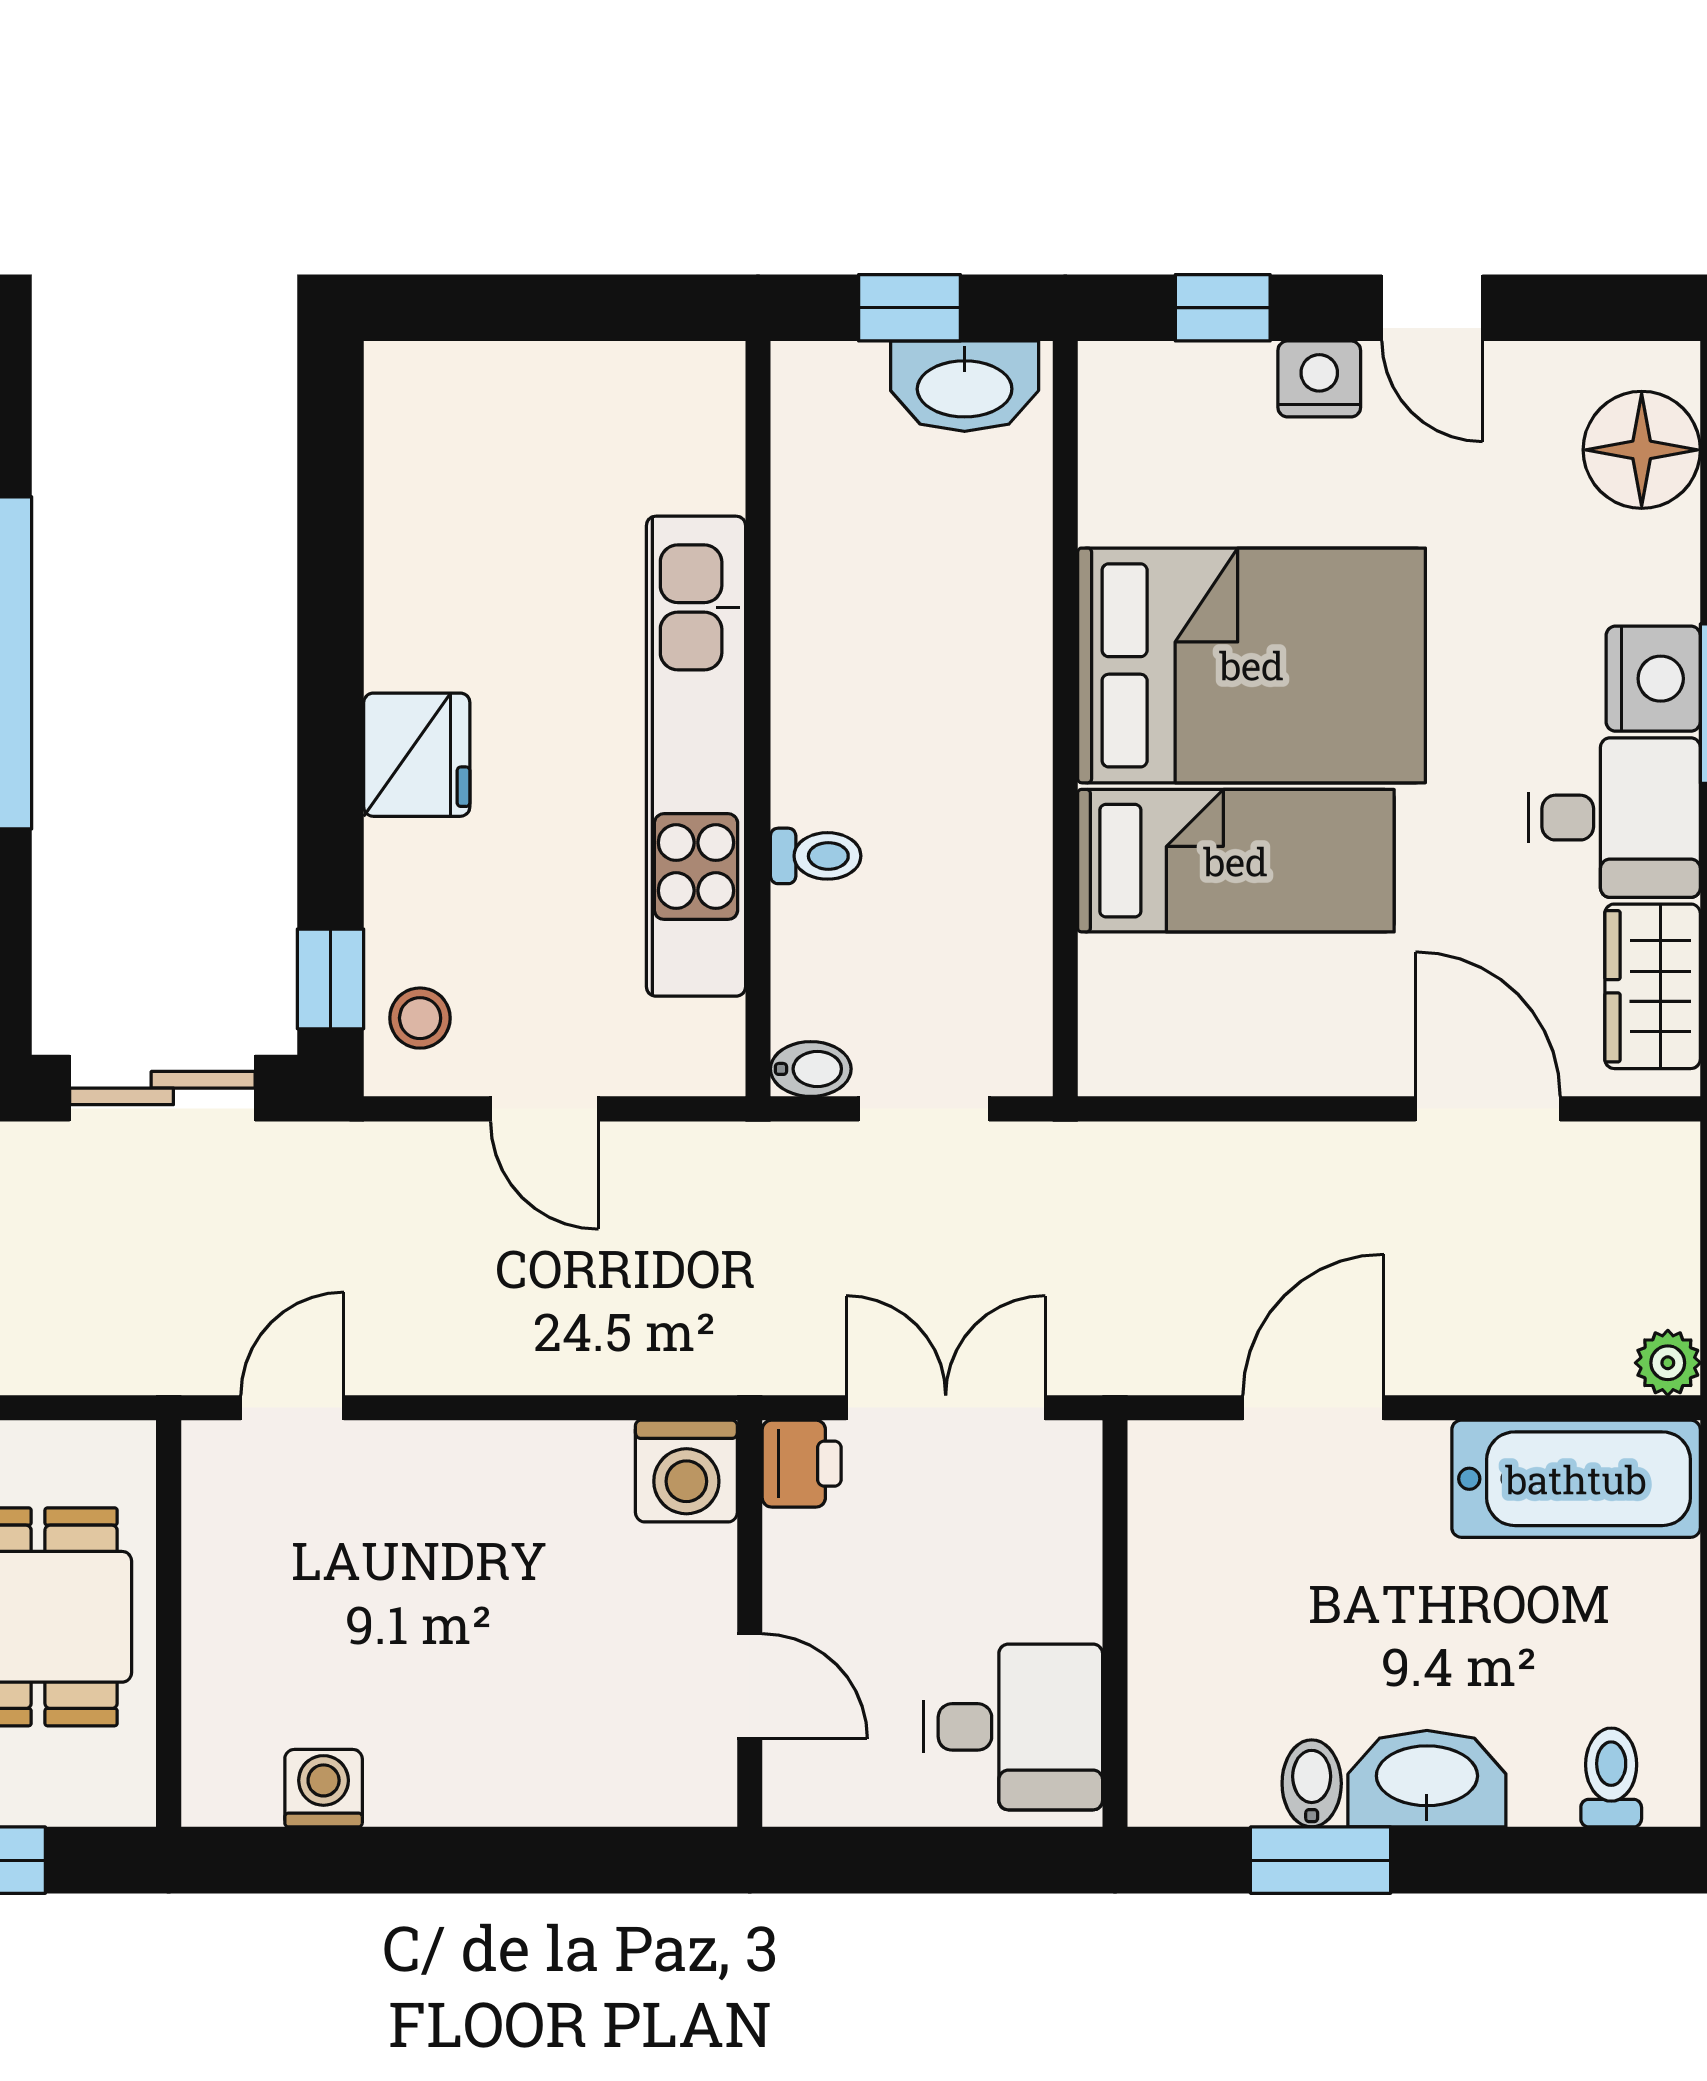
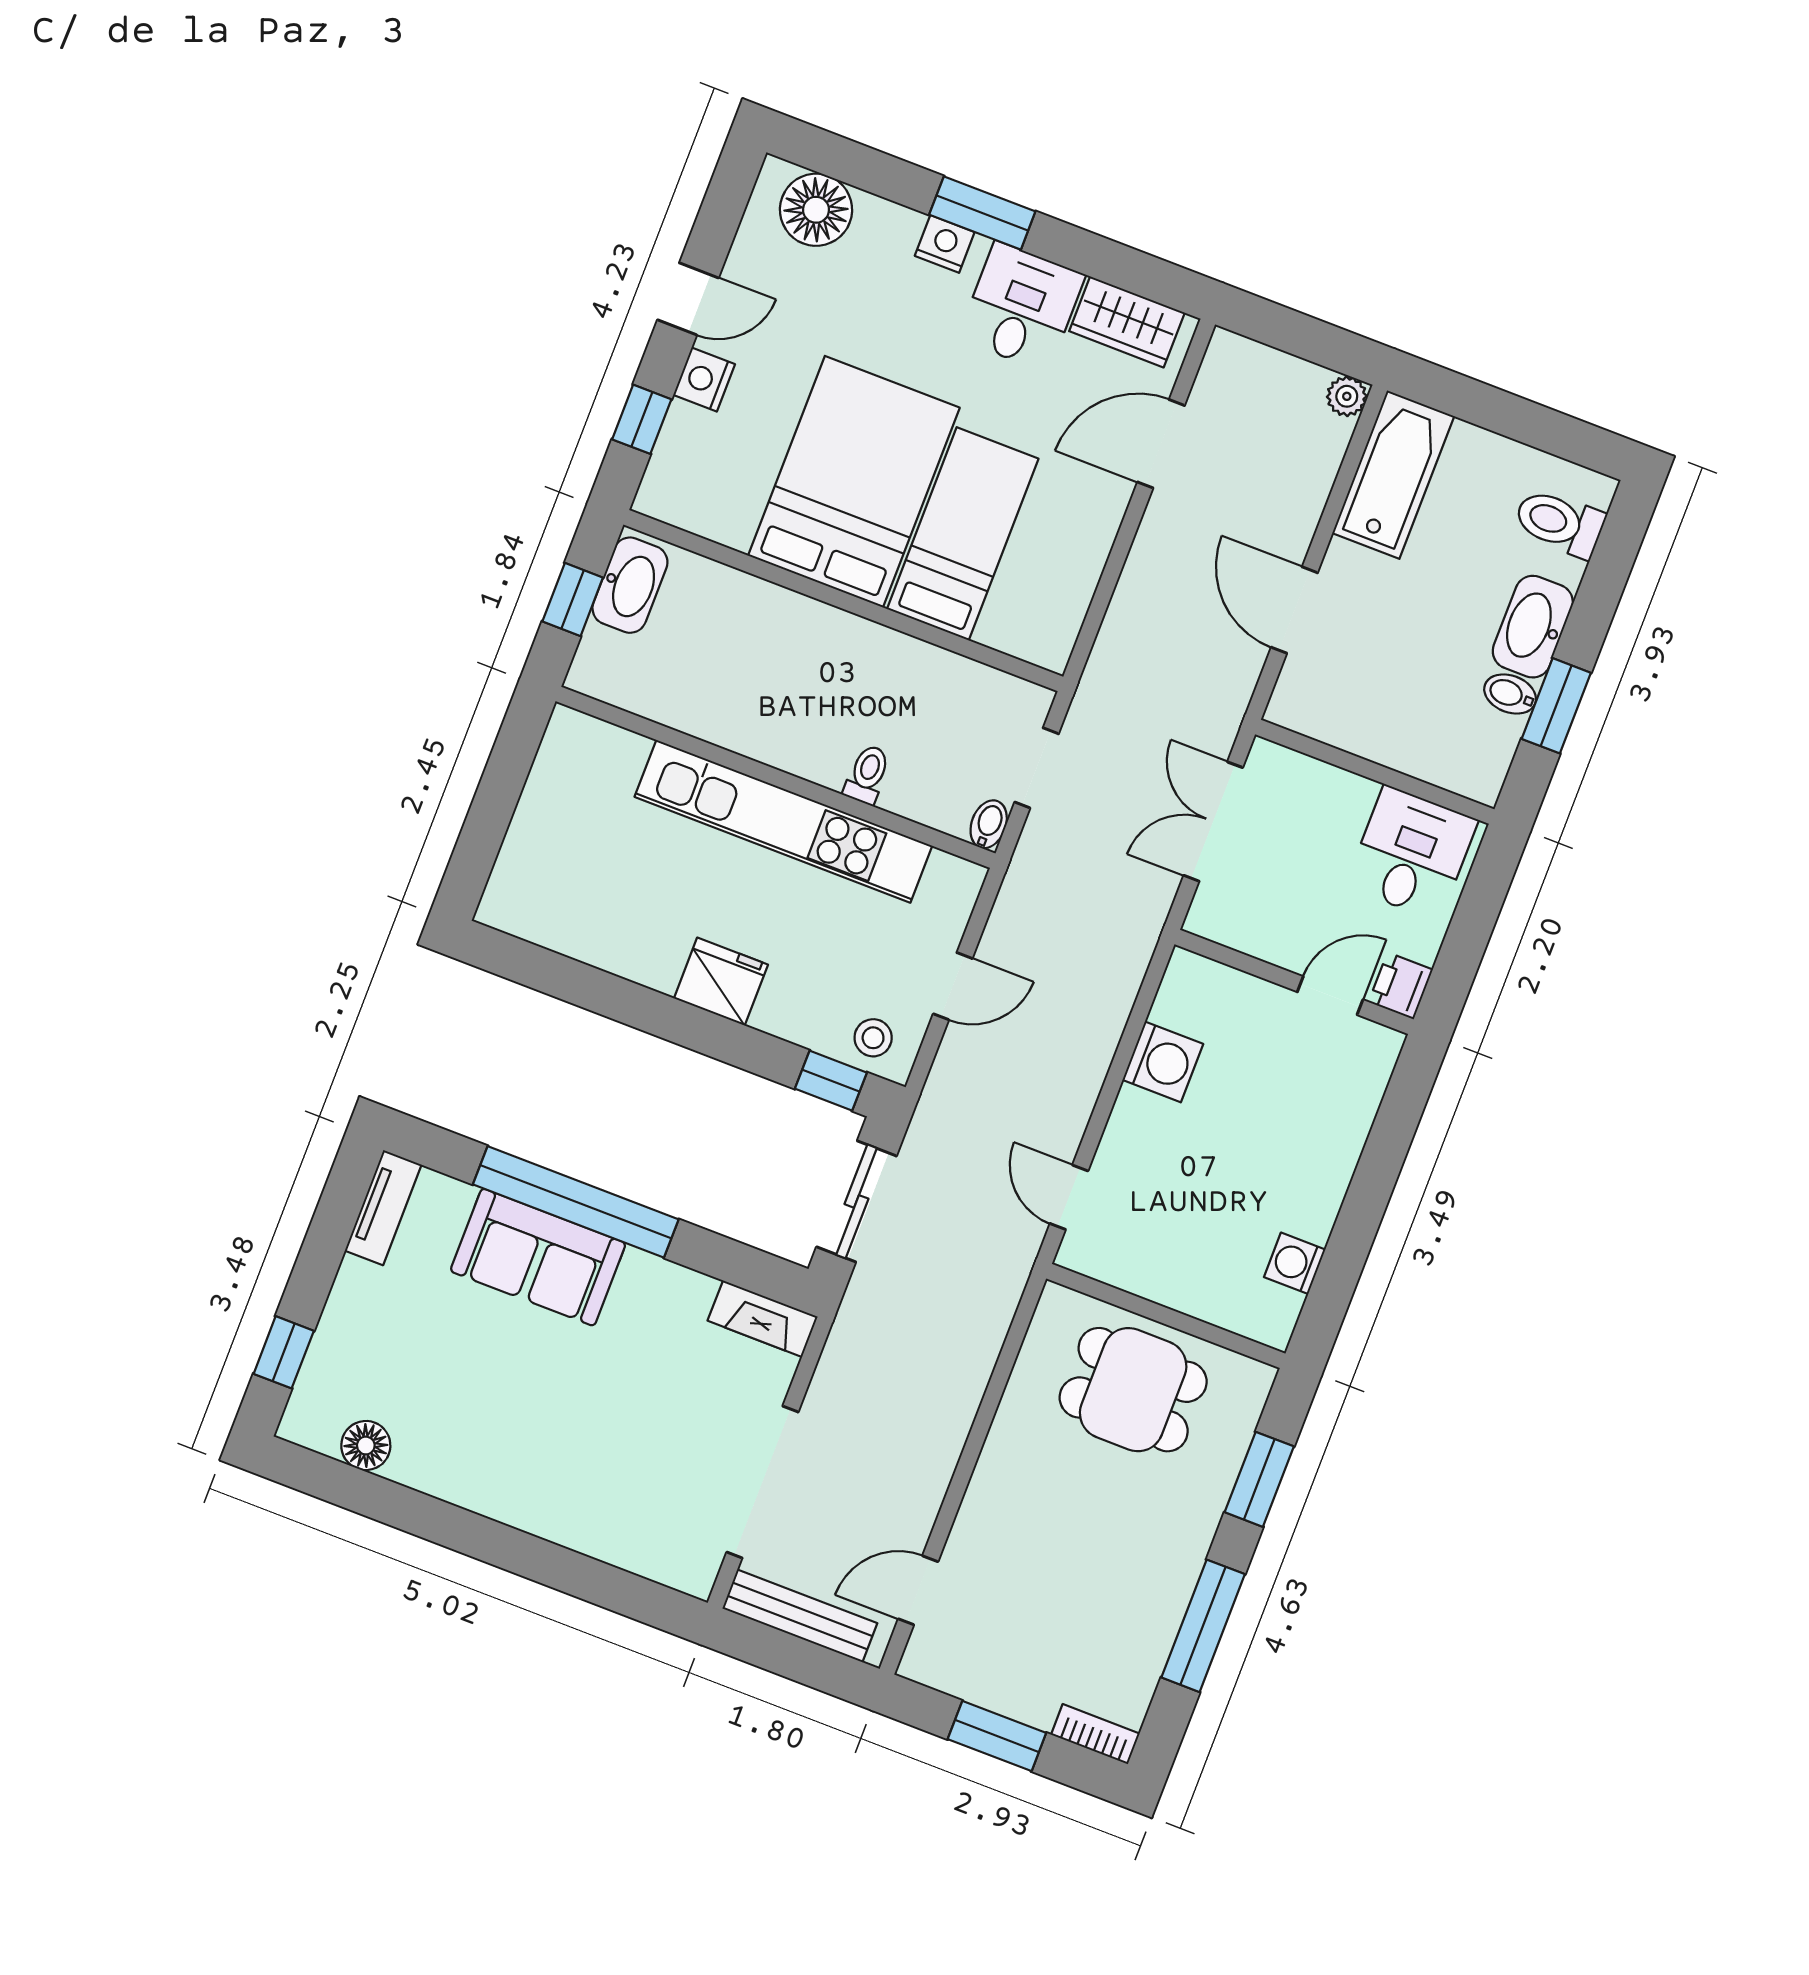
nightstand: (1653, 679) -> (945, 244), width x0.74, depth x0.75
printer: (802, 1464) -> (1401, 986), moved, turned -90
washing machine: (686, 1471) -> (1163, 1062), moved
toilet: (1611, 1777) -> (1559, 523), width x1.37, depth x1.39

